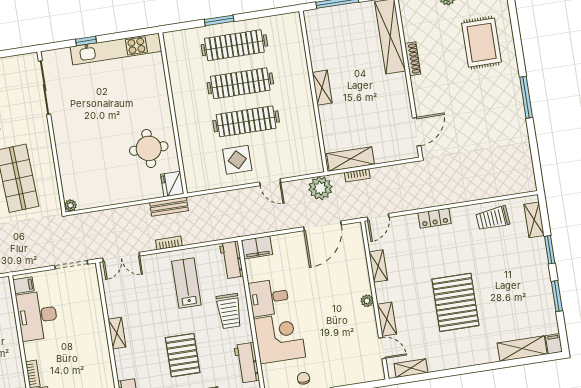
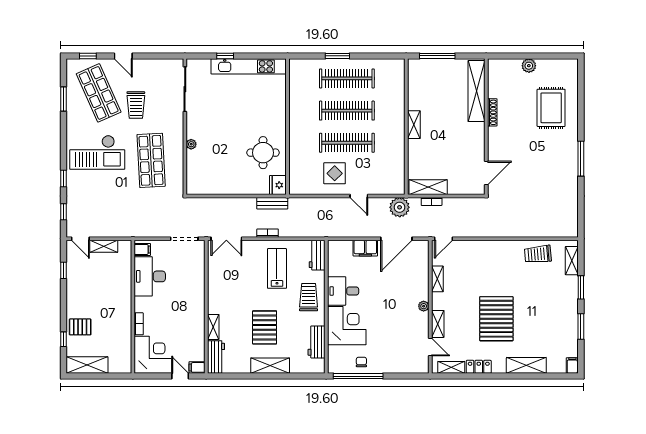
plant: (70, 205) -> (191, 144), moved
locker: (435, 218) -> (479, 367), moved, turned 180
filing cabinet: (257, 247) -> (365, 248), moved
trolley: (229, 311) -> (309, 297), turned 180
shelving: (117, 333) -> (213, 327), moved
shelving: (522, 349) -> (526, 365), moved

